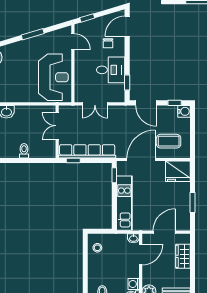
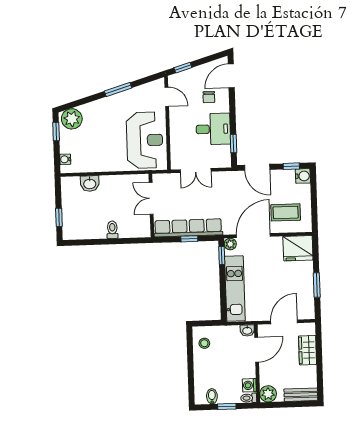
window: (73, 160) -> (189, 239), moved
plant: (122, 166) -> (230, 244), added

